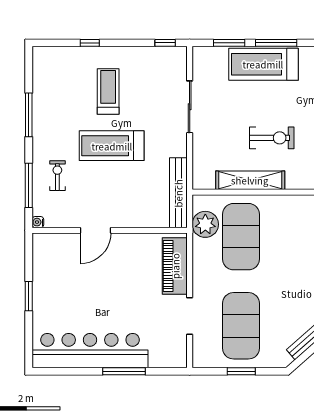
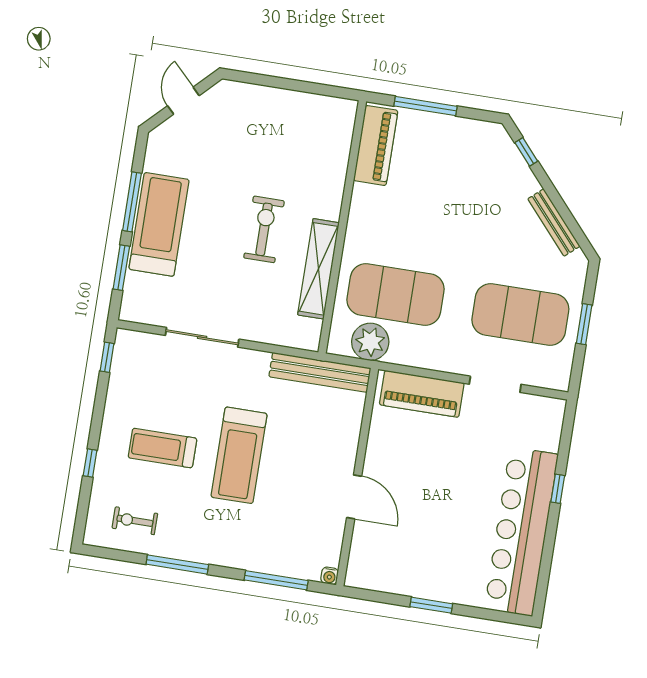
treadmill: (263, 64) -> (159, 224), turned 180
exercise bike: (57, 176) -> (135, 521), moved
window: (124, 371) -> (558, 489), width x0.46

